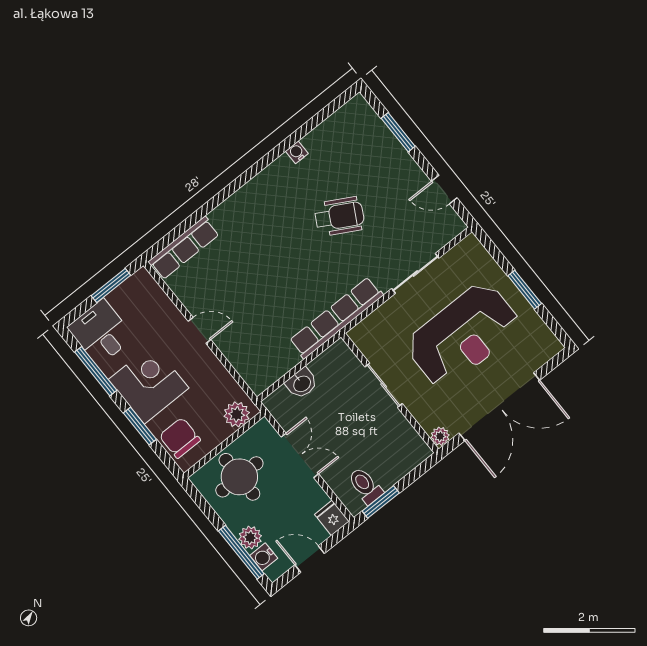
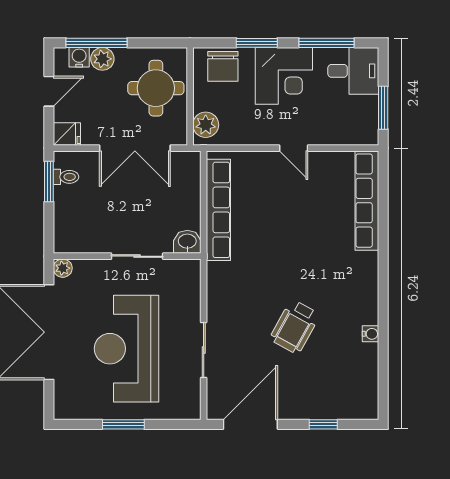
window: (398, 132) -> (323, 424), width x0.67
door: (444, 190) -> (250, 424), width x1.87
row of seats: (184, 248) -> (367, 201), width x1.36
row of seats: (336, 318) -> (218, 210), moved
door: (199, 330) -> (294, 148), hinge flipped
washbasin: (302, 383) -> (187, 242), moved, turned 90
chair: (180, 438) -> (223, 66), turned 90
double door: (300, 455) -> (135, 148), width x1.37
toilet: (365, 486) -> (66, 177), width x0.73, depth x0.72

